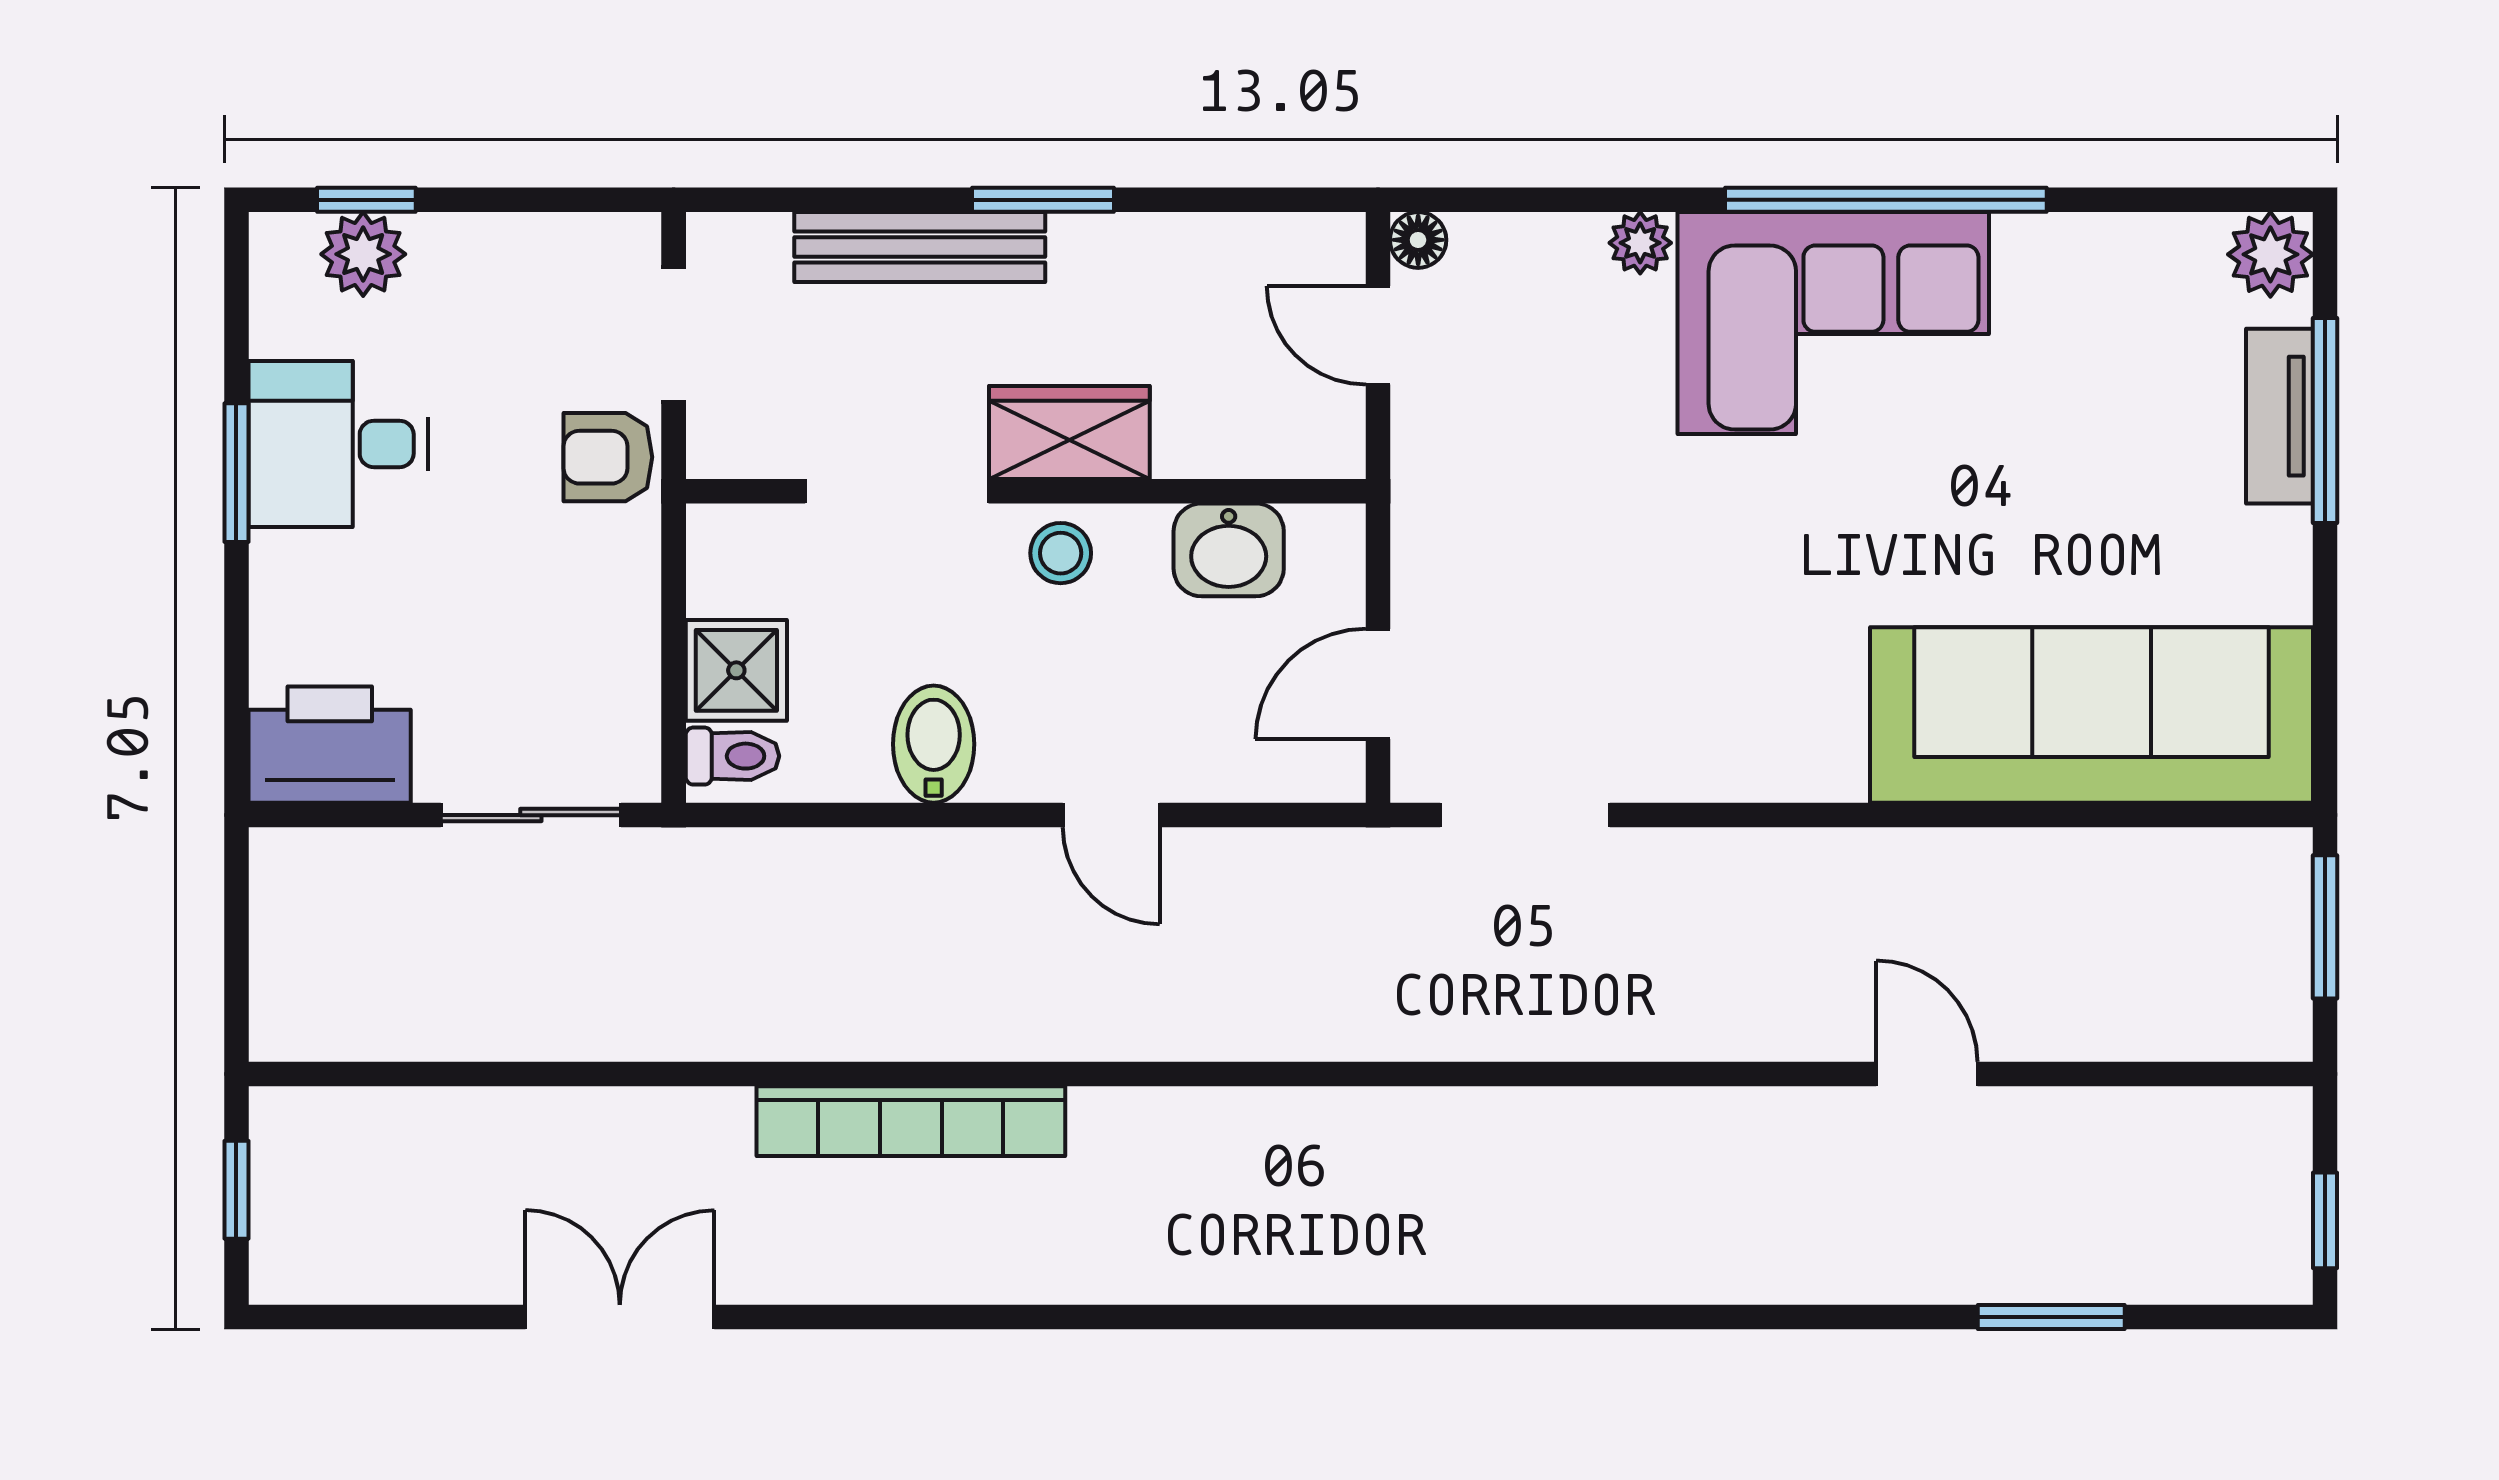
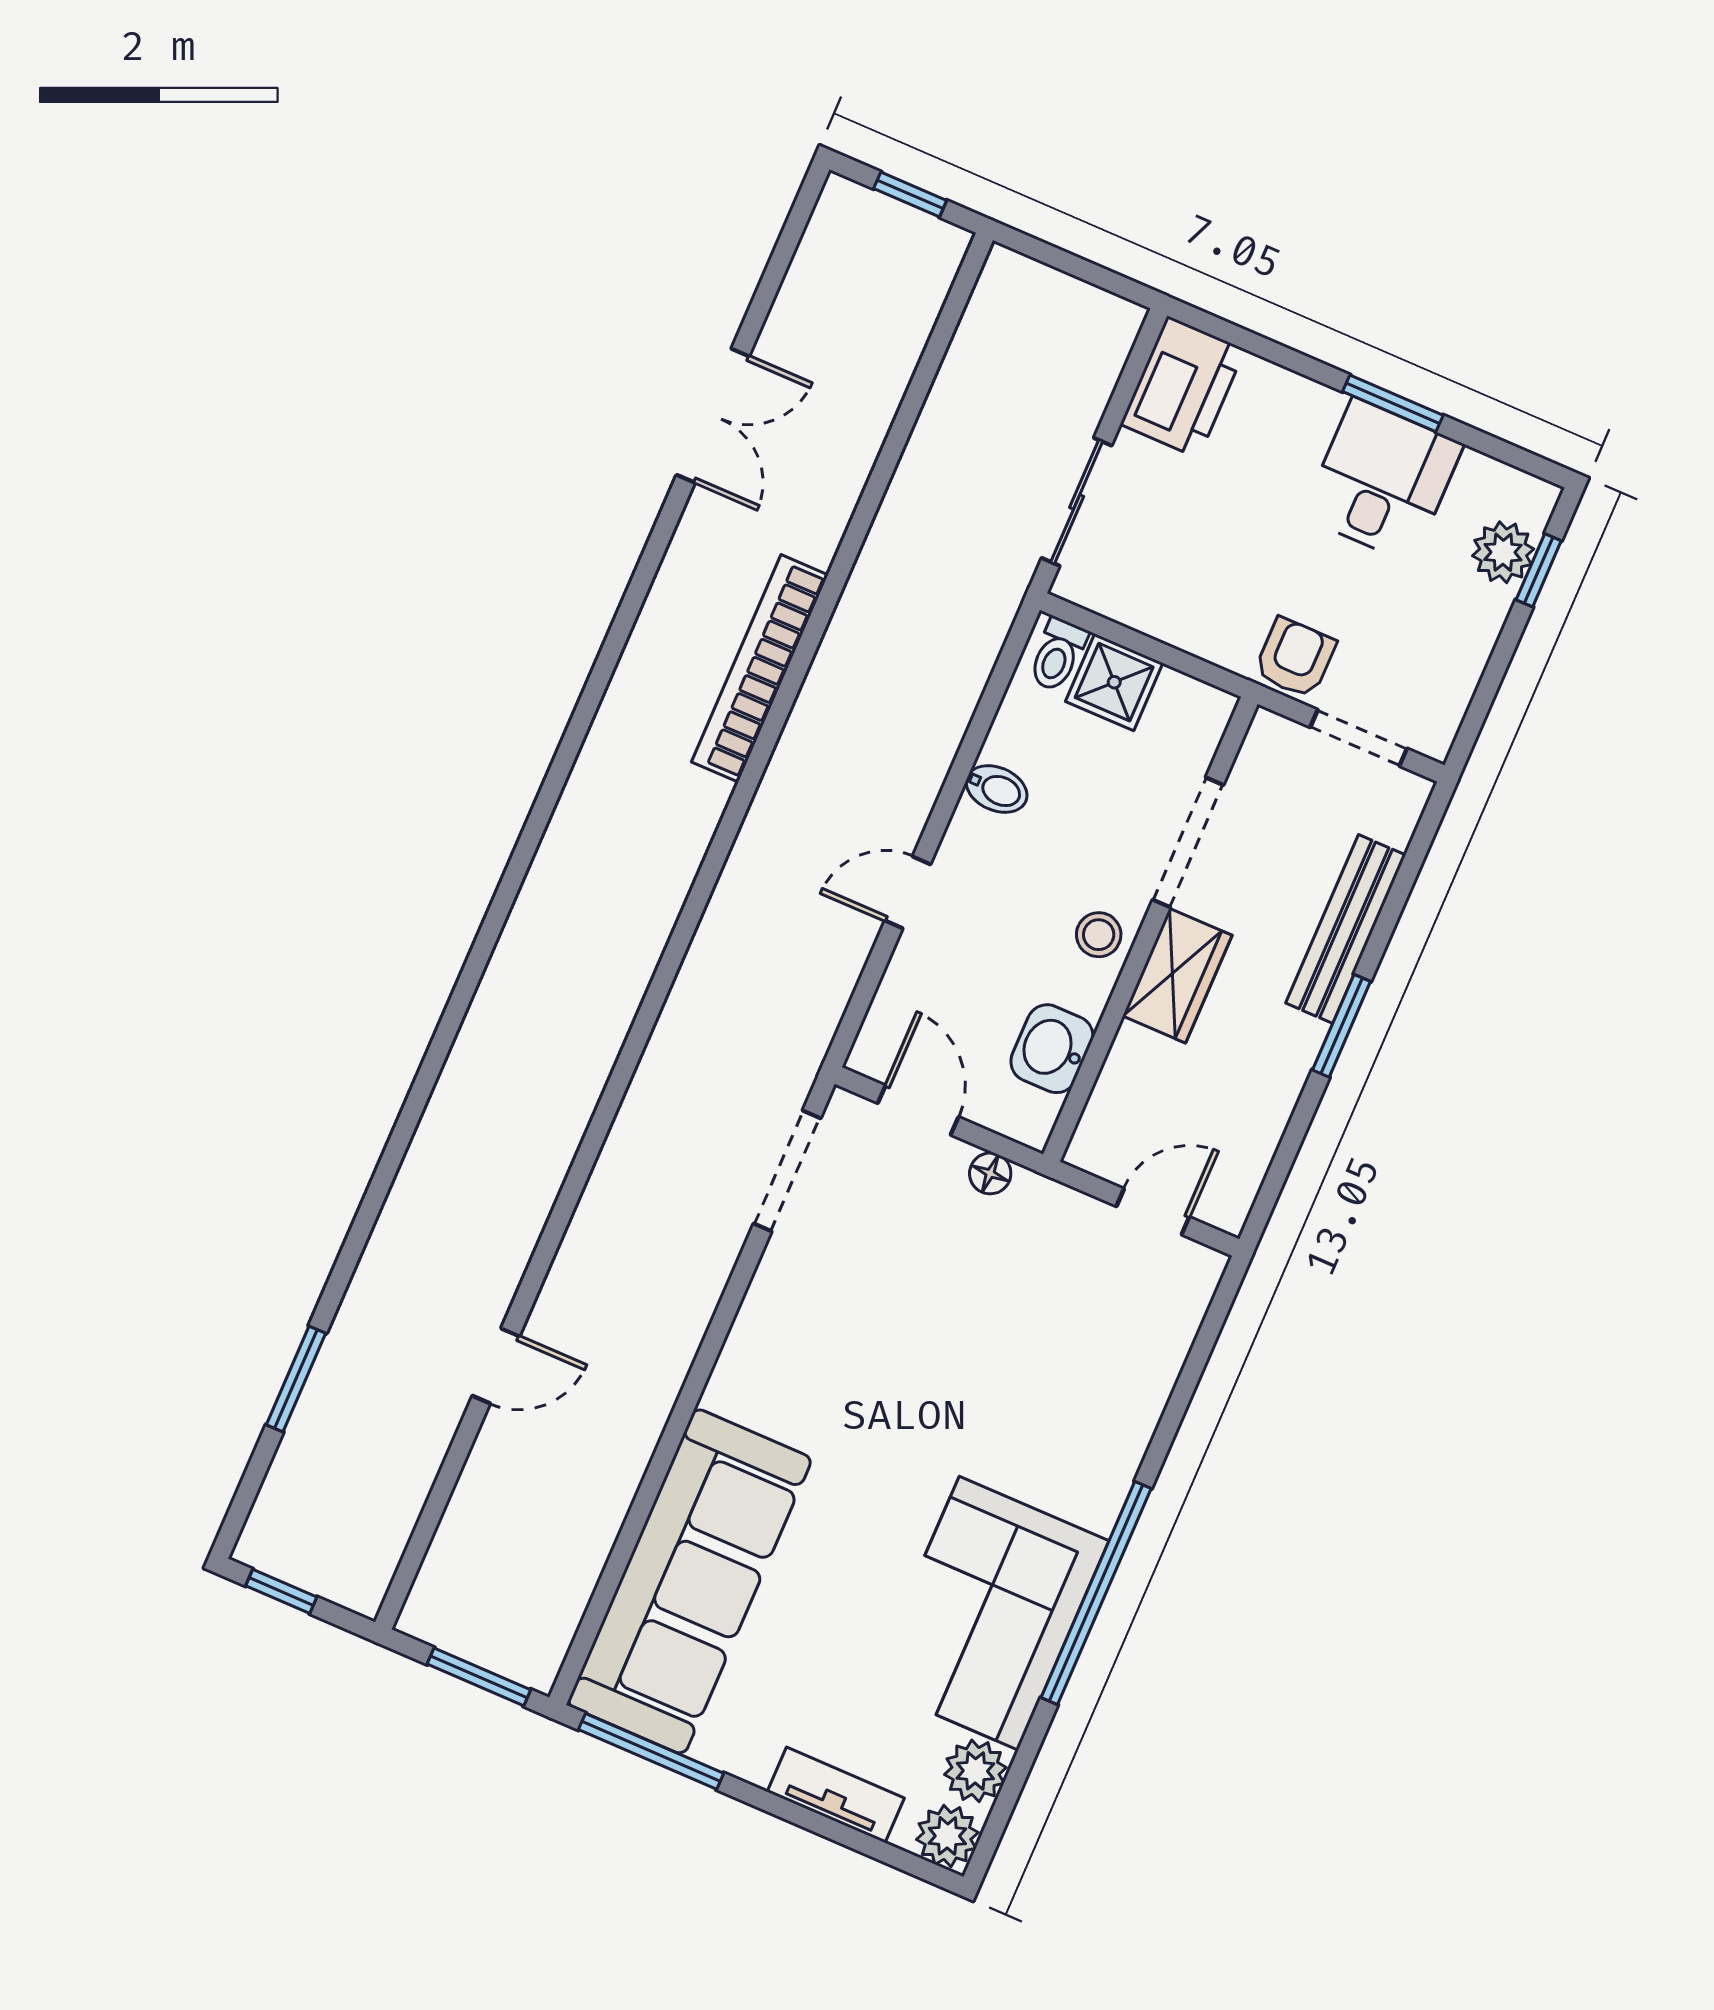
floor lamp: (1418, 240) -> (990, 1173), moved
plant: (1640, 243) -> (975, 1771), moved, width x1.38, depth x1.38
corner sofa: (1833, 323) -> (989, 1613), moved
window: (2325, 421) -> (651, 1751), moved
bidet: (934, 744) -> (997, 789), width x0.72, depth x0.74

